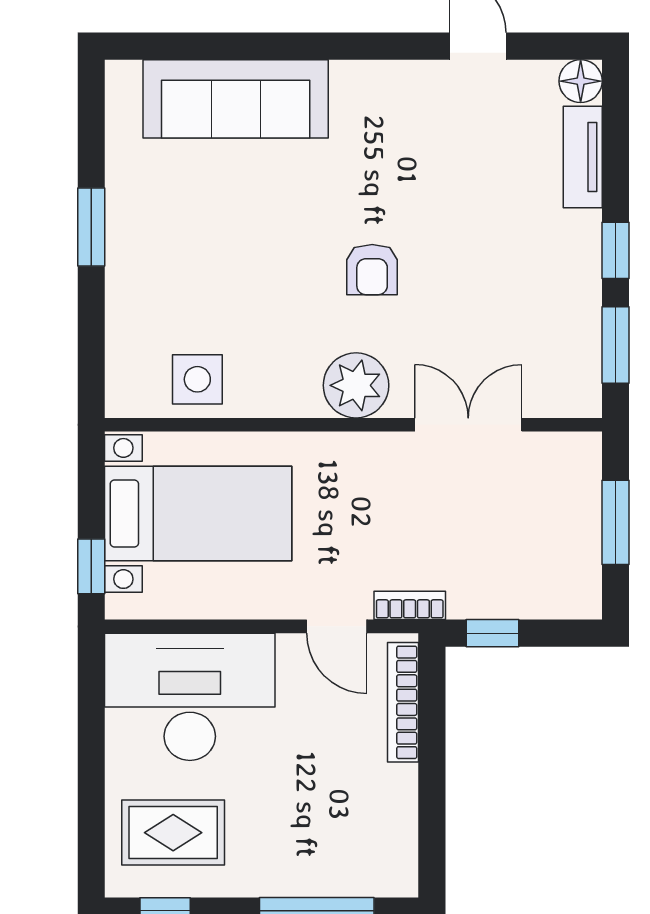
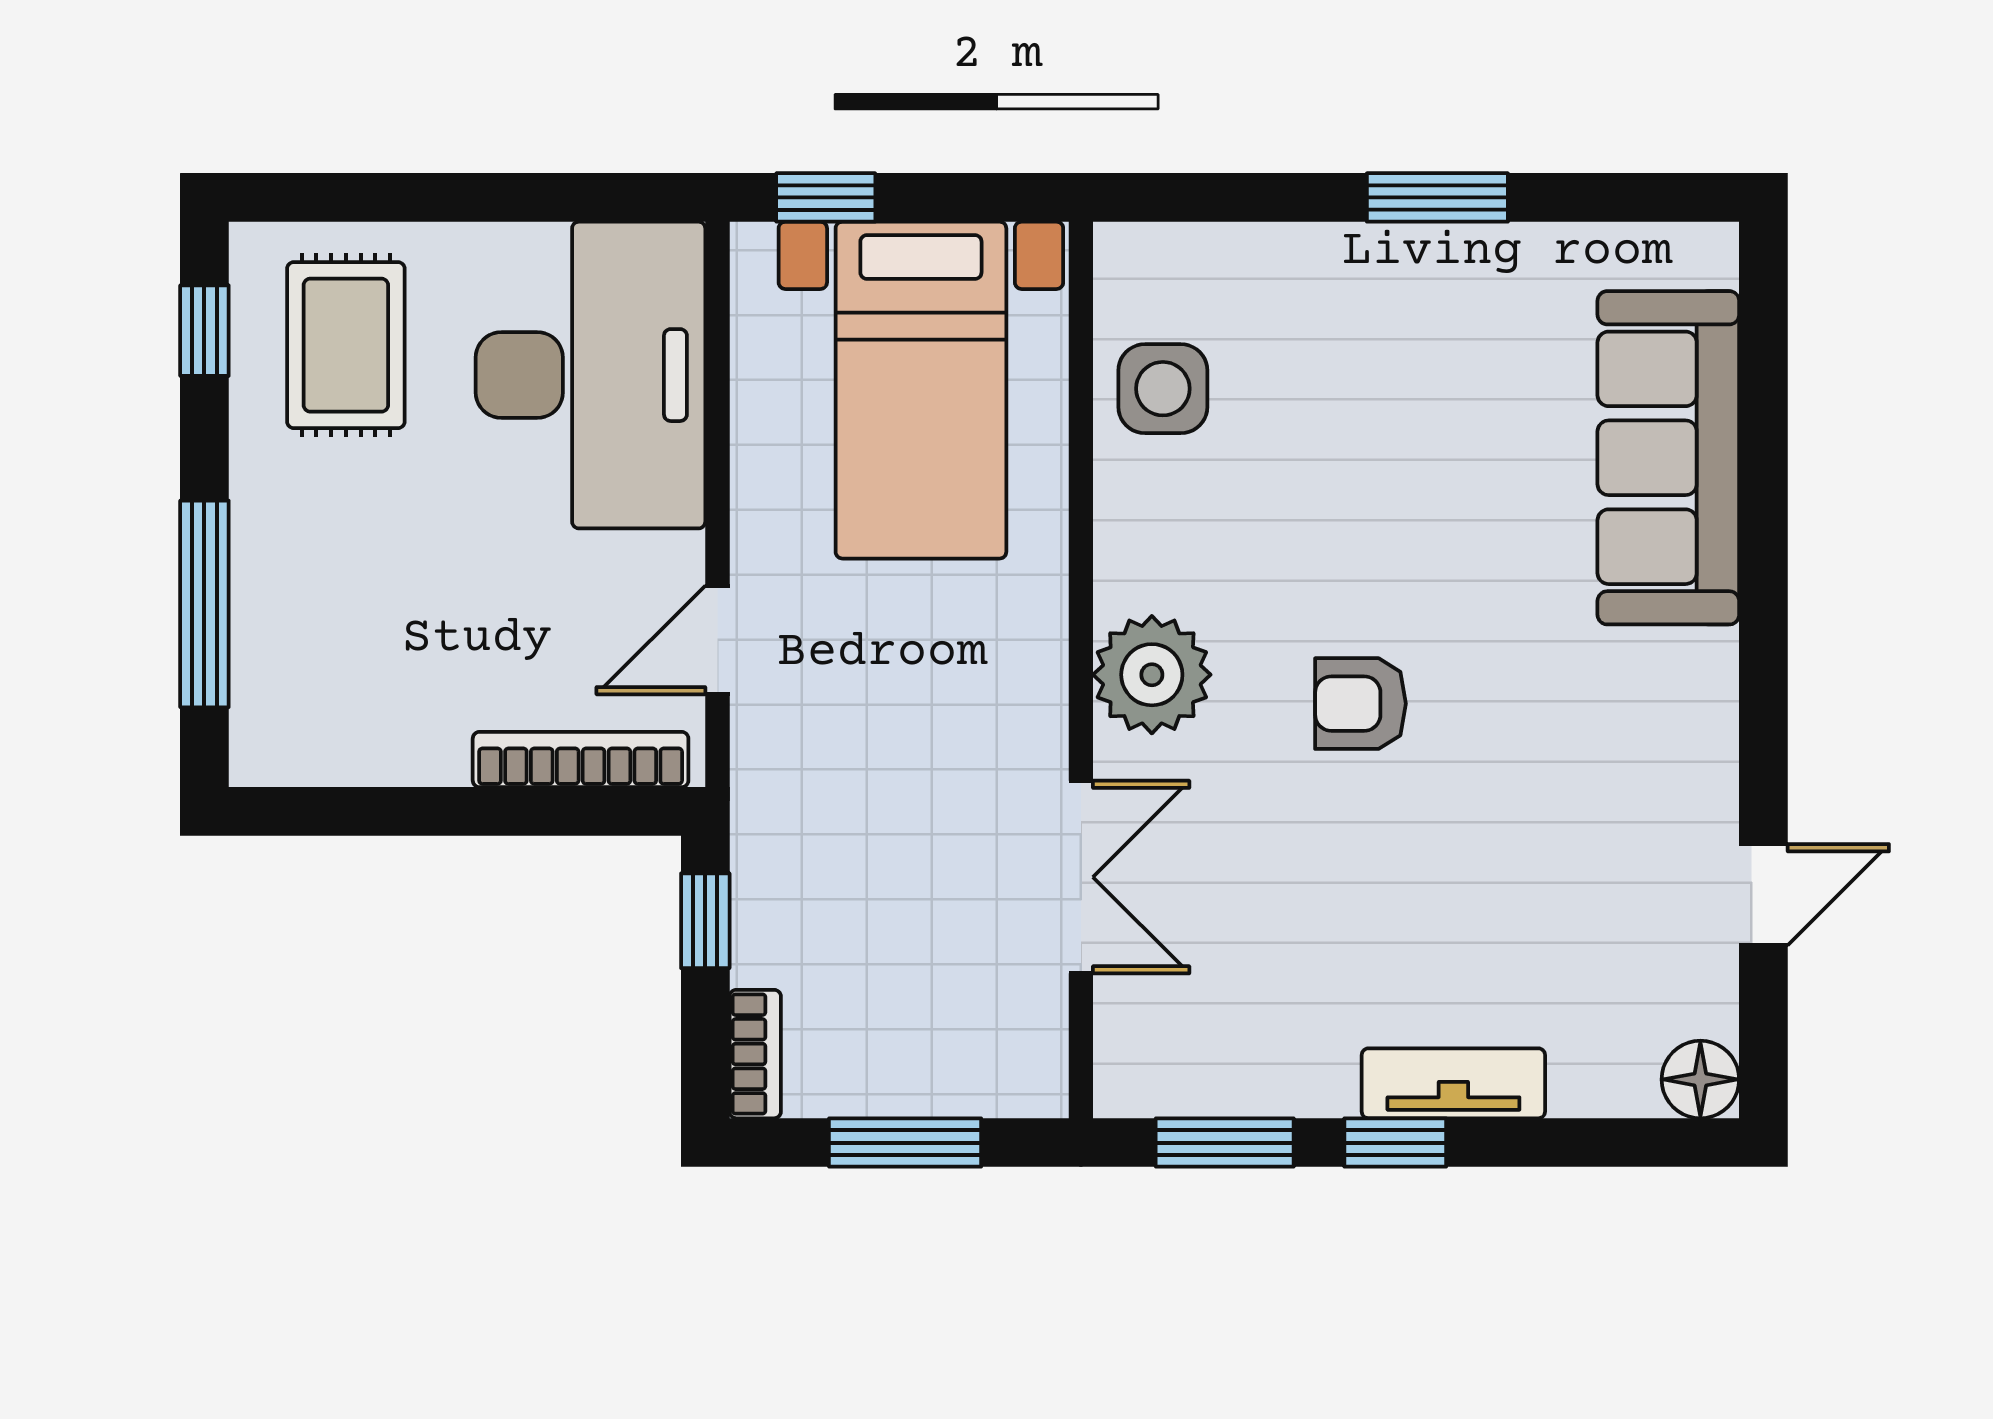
tv unit: (583, 157) -> (1453, 1083), moved
bookcase: (410, 605) -> (755, 1054), moved

